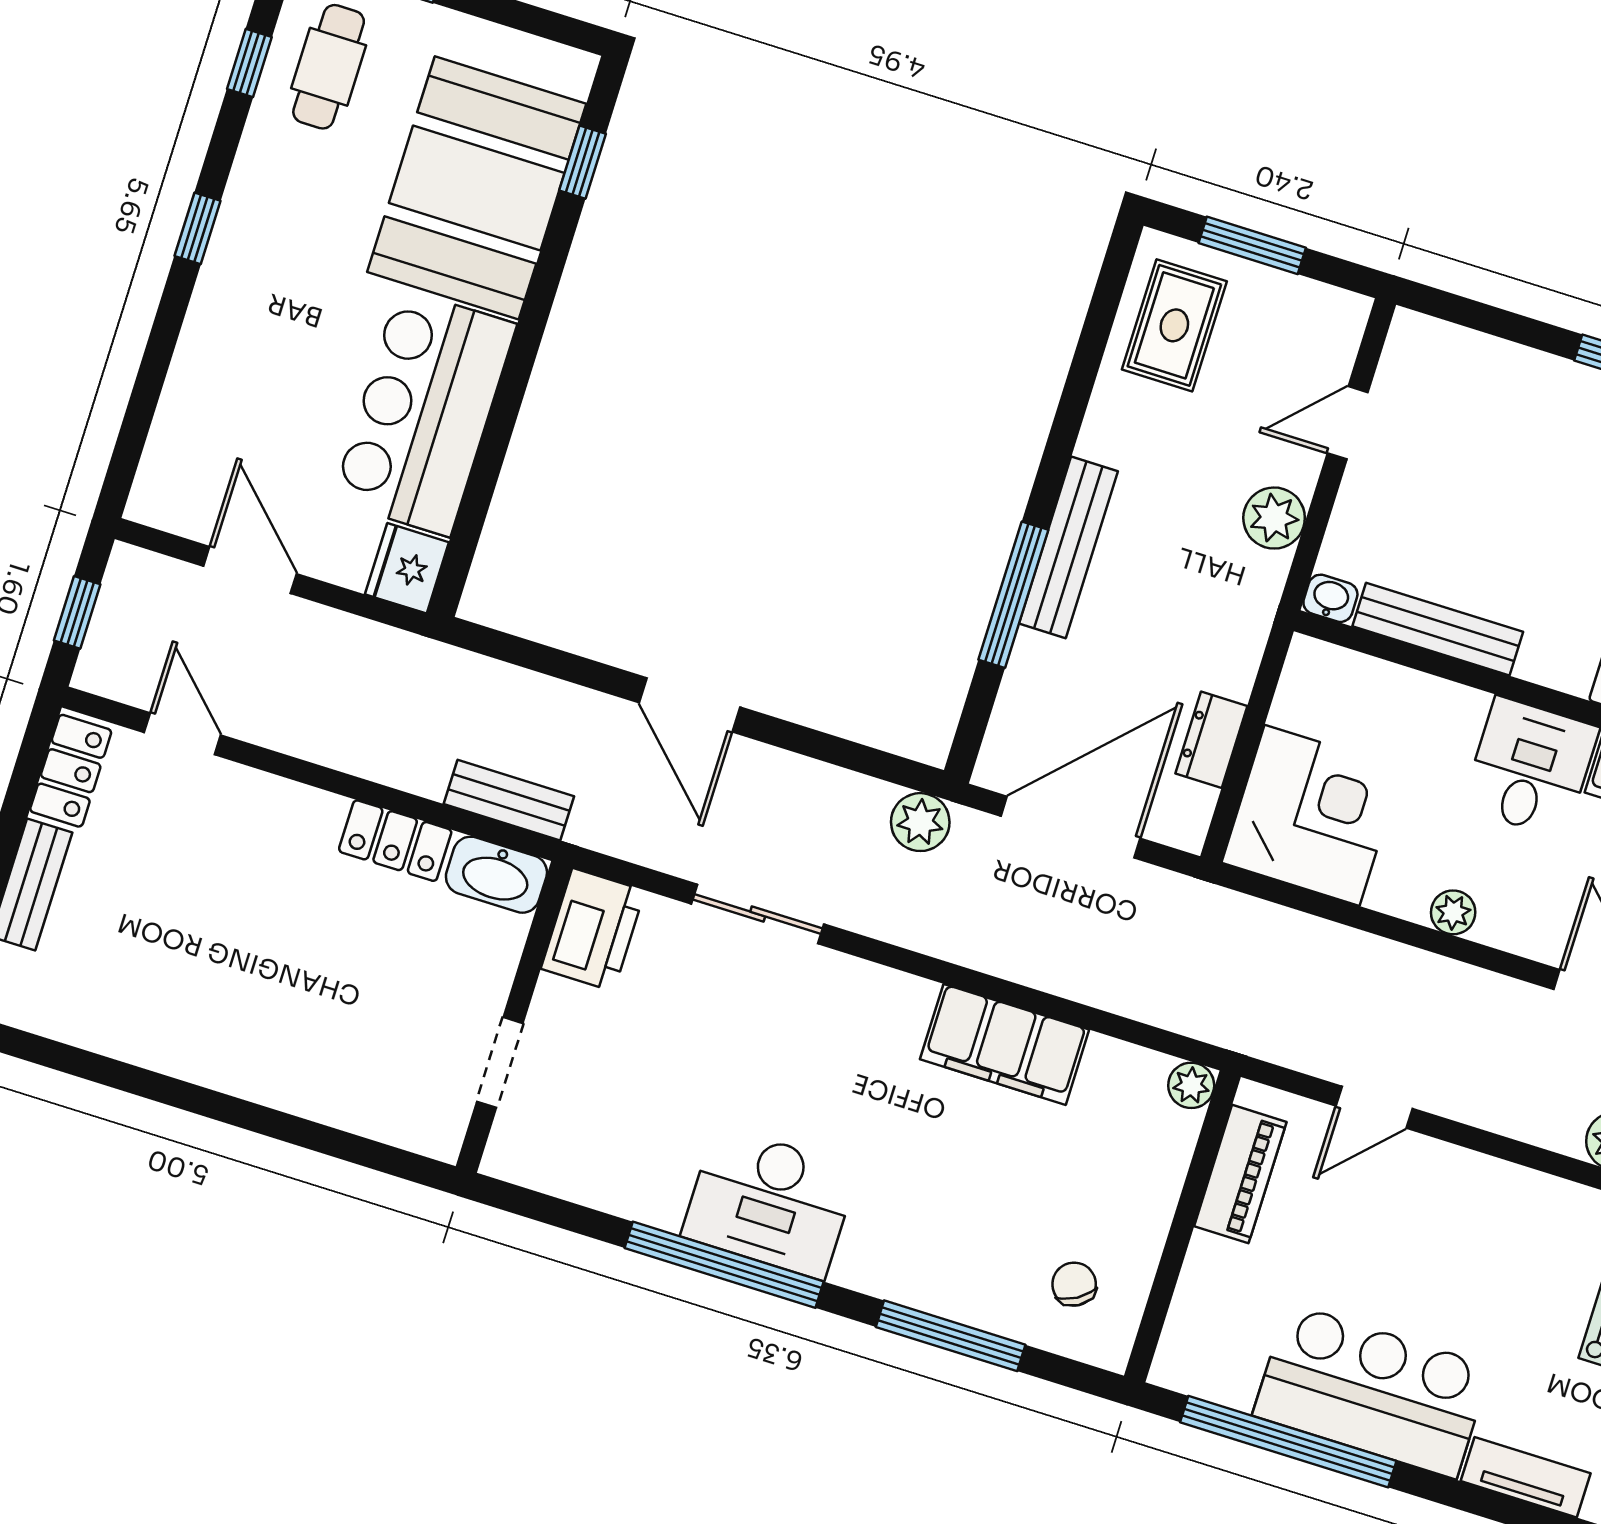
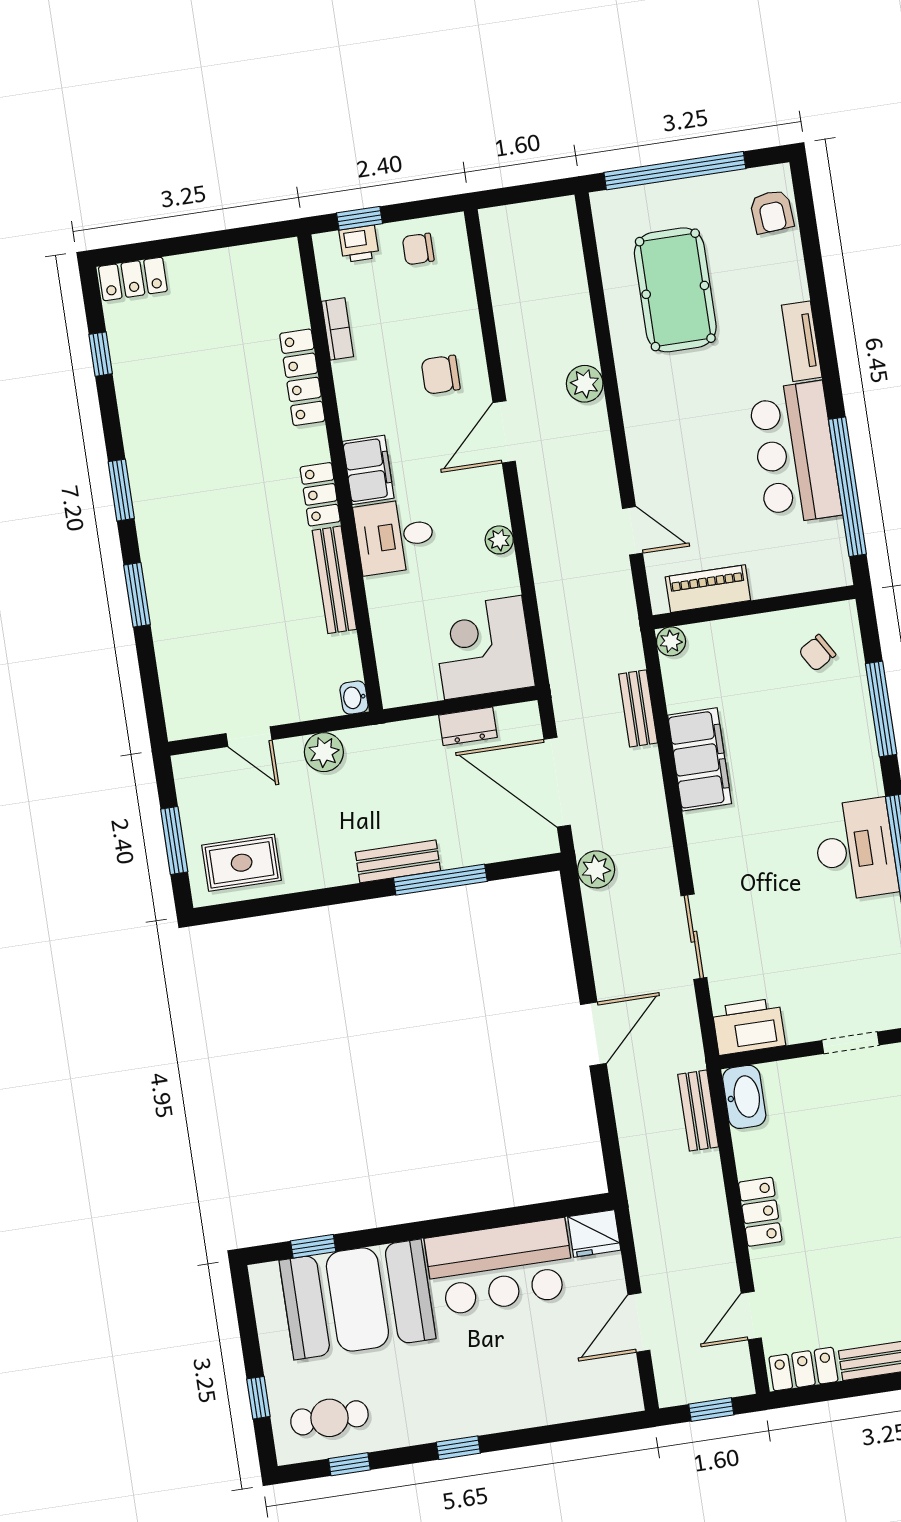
bench: (1068, 547) -> (398, 861), width x0.73
bench: (1438, 629) -> (334, 580), moved
locker: (395, 841) -> (760, 1212), moved
bench: (1119, 992) -> (638, 708), added

